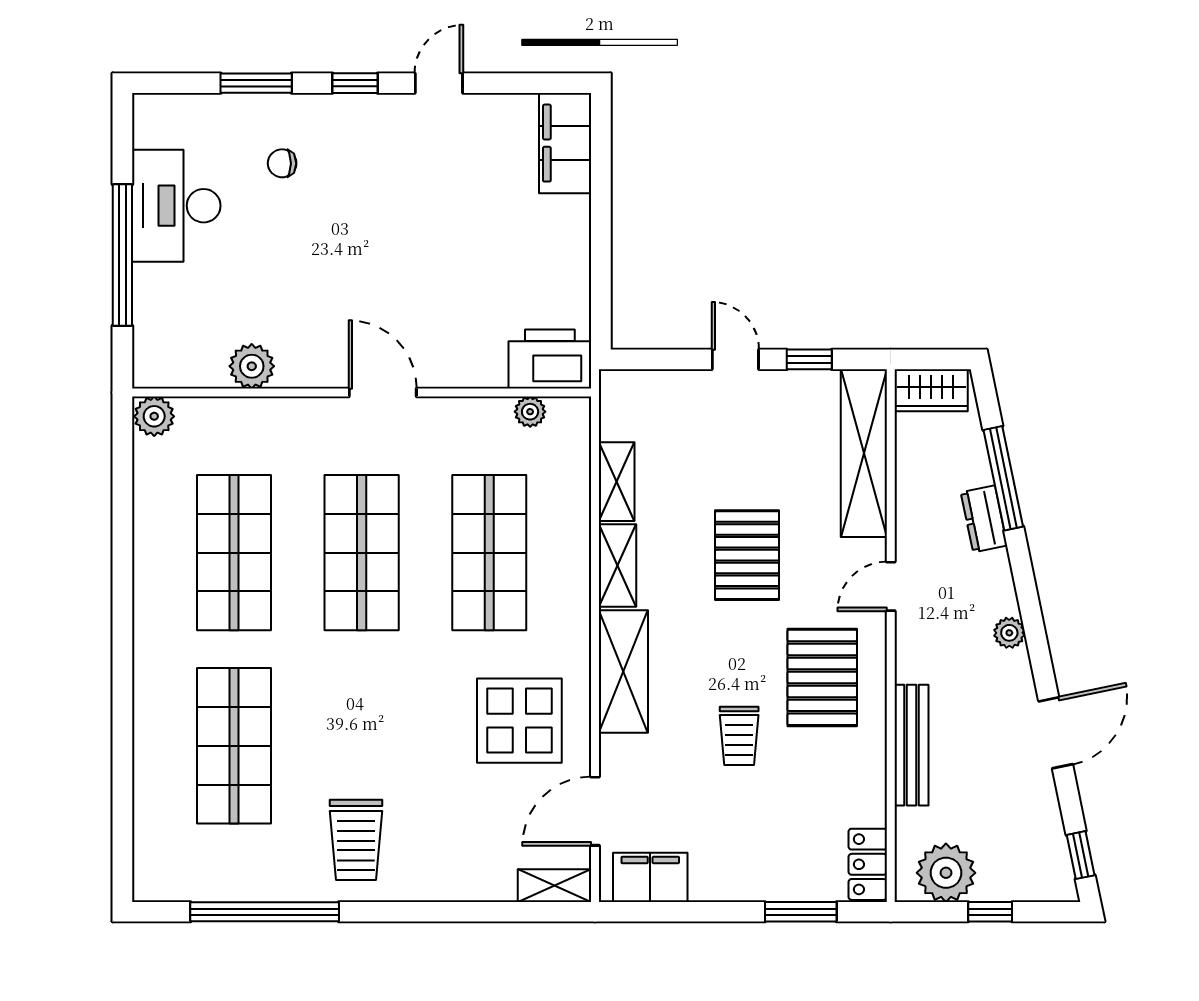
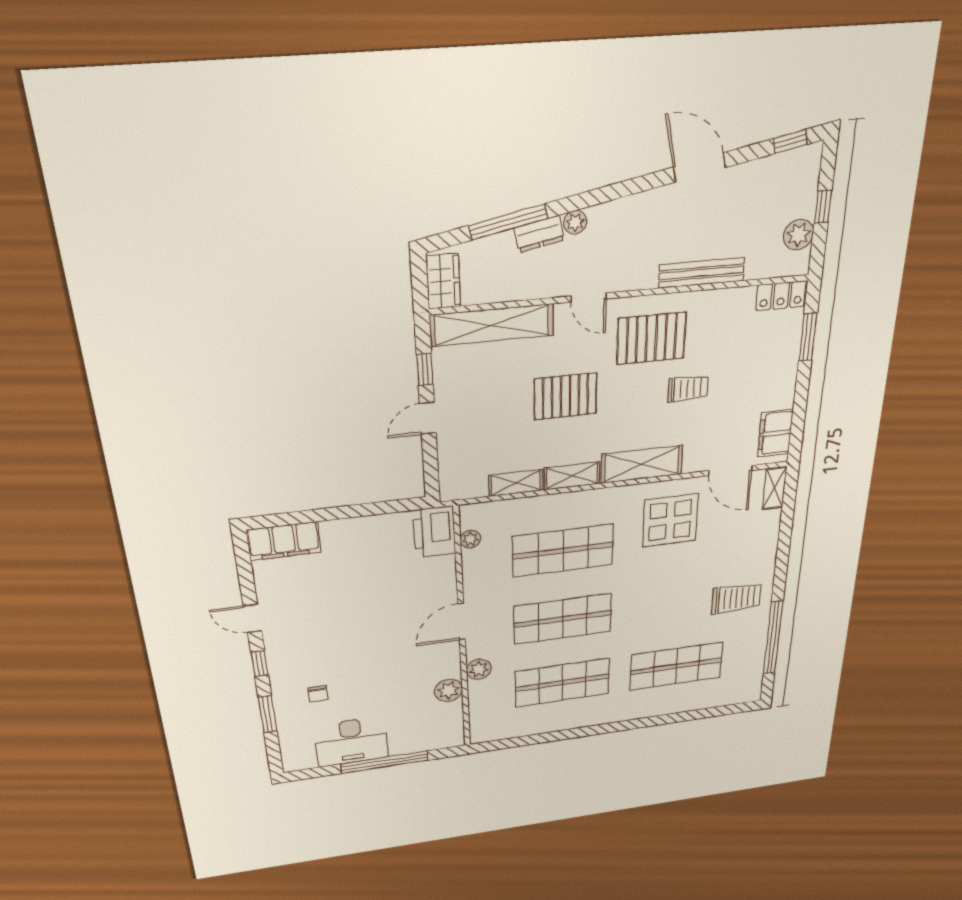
plant: (154, 416) -> (479, 669), moved
plant: (1009, 633) -> (575, 222), moved
plant: (946, 873) -> (798, 235), width x0.73, depth x0.73

